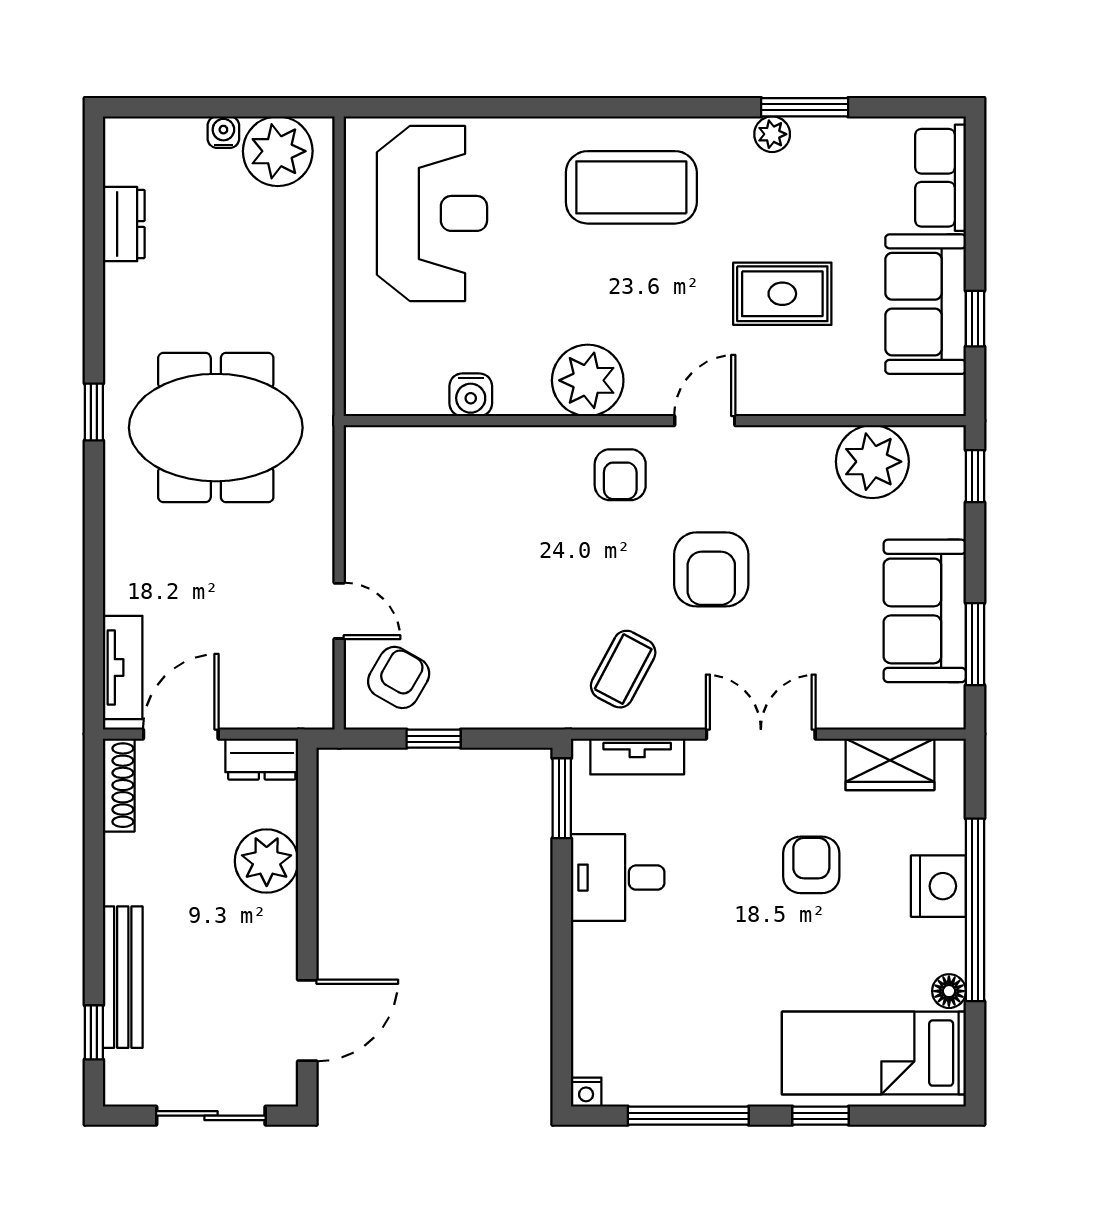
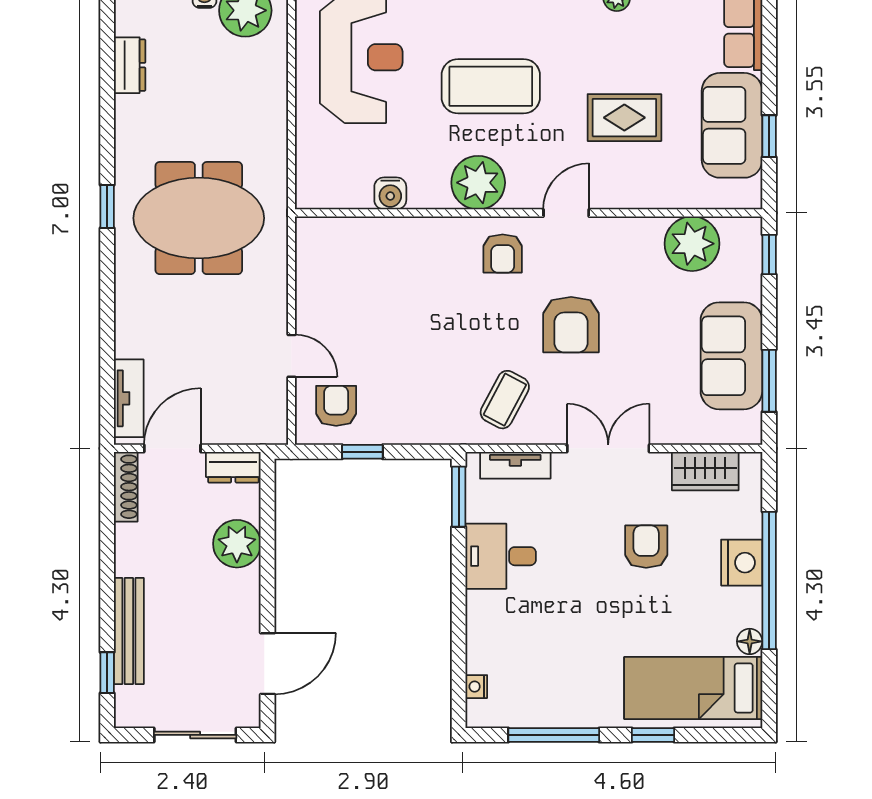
coffee table: (631, 187) -> (491, 86), moved
armchair: (399, 677) -> (336, 406), turned -30
nightstand: (586, 1092) -> (476, 687), moved, turned 90

